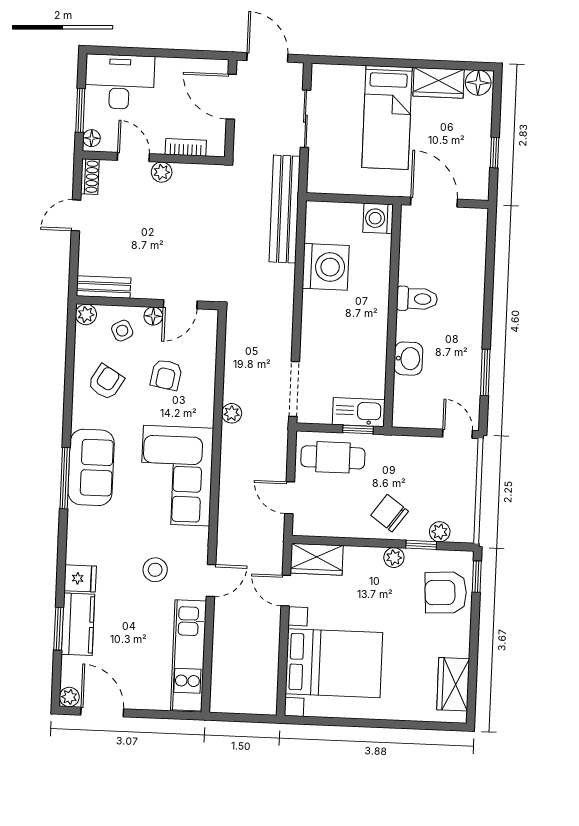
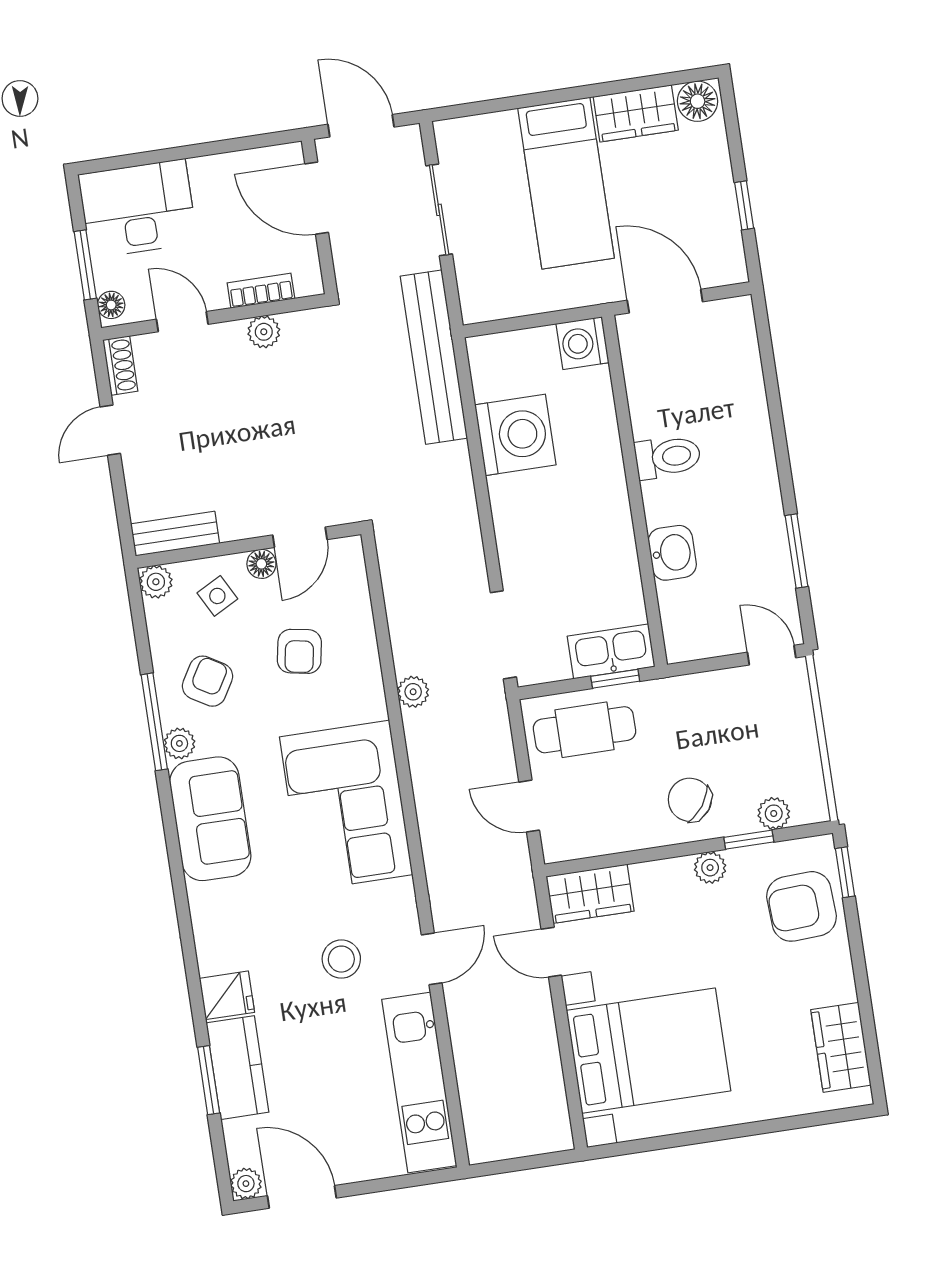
plant: (162, 172) -> (264, 332), moved
plant: (81, 417) -> (179, 743), added
window: (65, 478) -> (154, 722), moved

